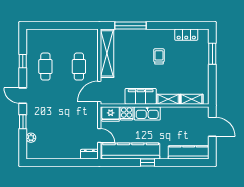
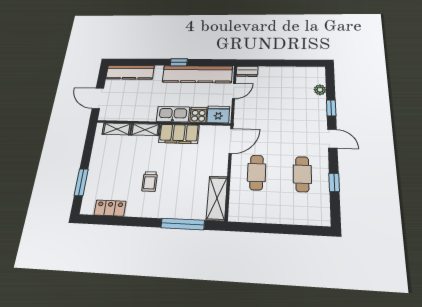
shelving: (107, 53) -> (217, 198), width x0.68
door: (99, 136) -> (234, 91), swing flipped

